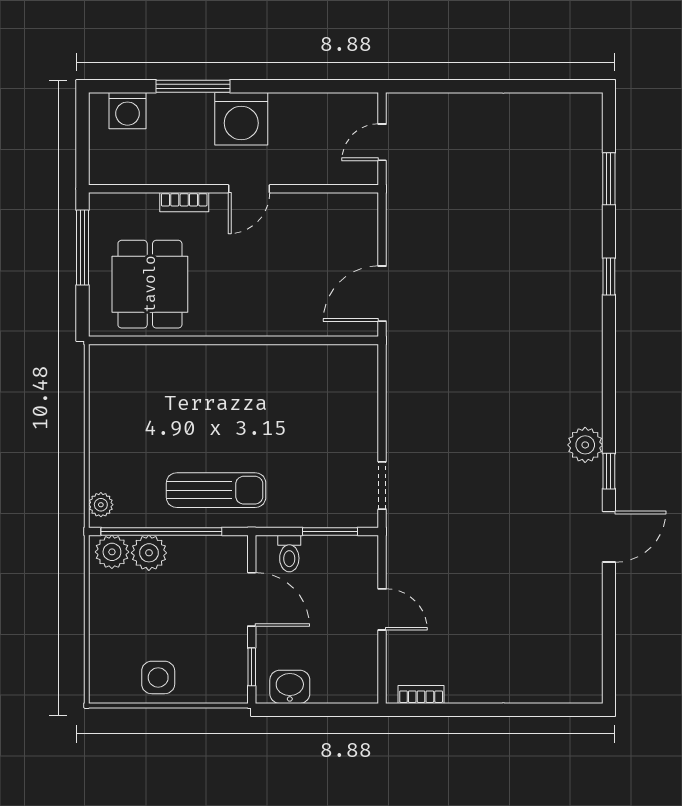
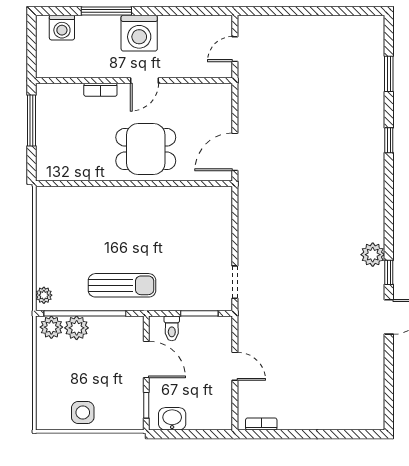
dining table: (150, 284) -> (146, 149), moved, turned 90

